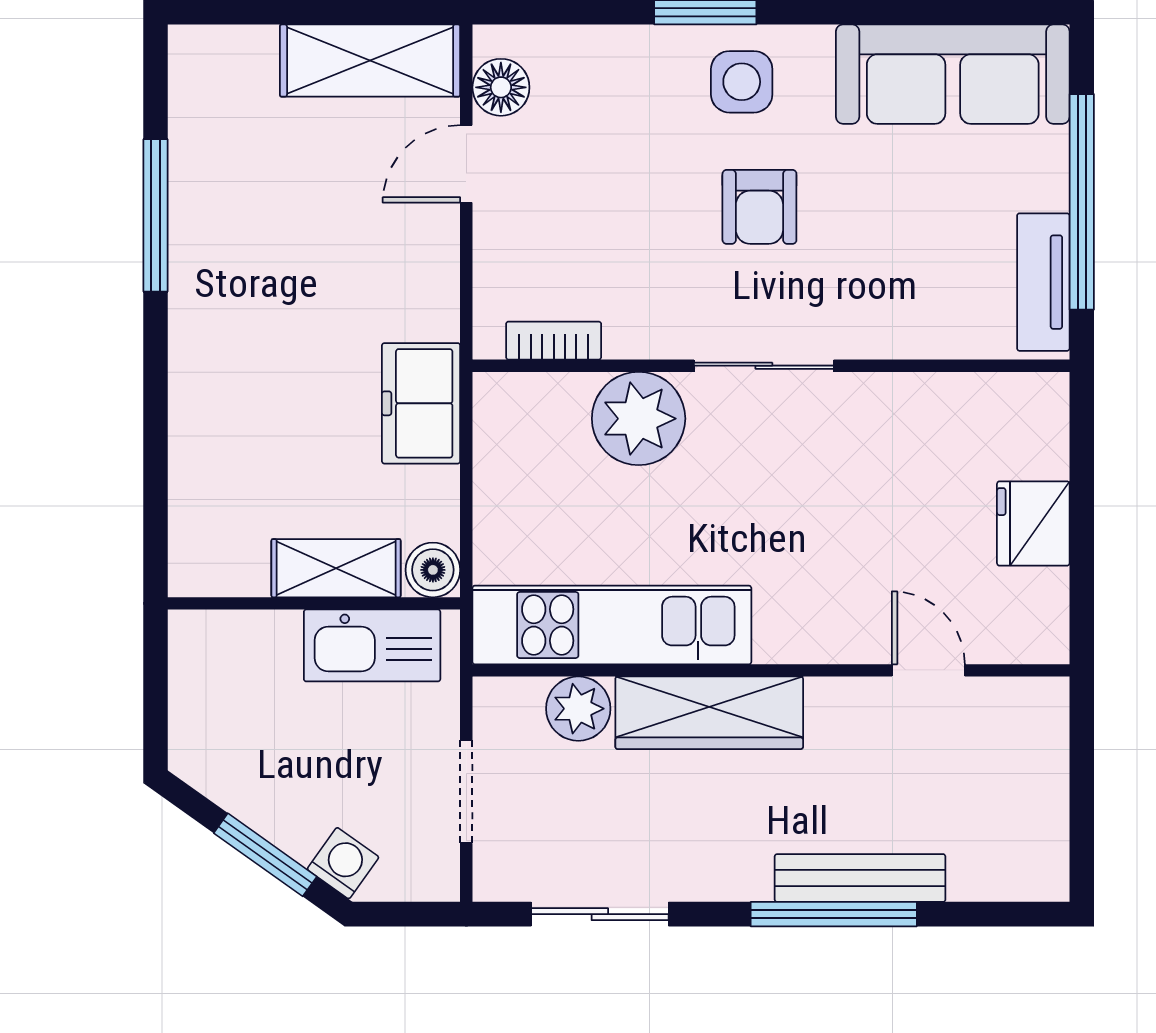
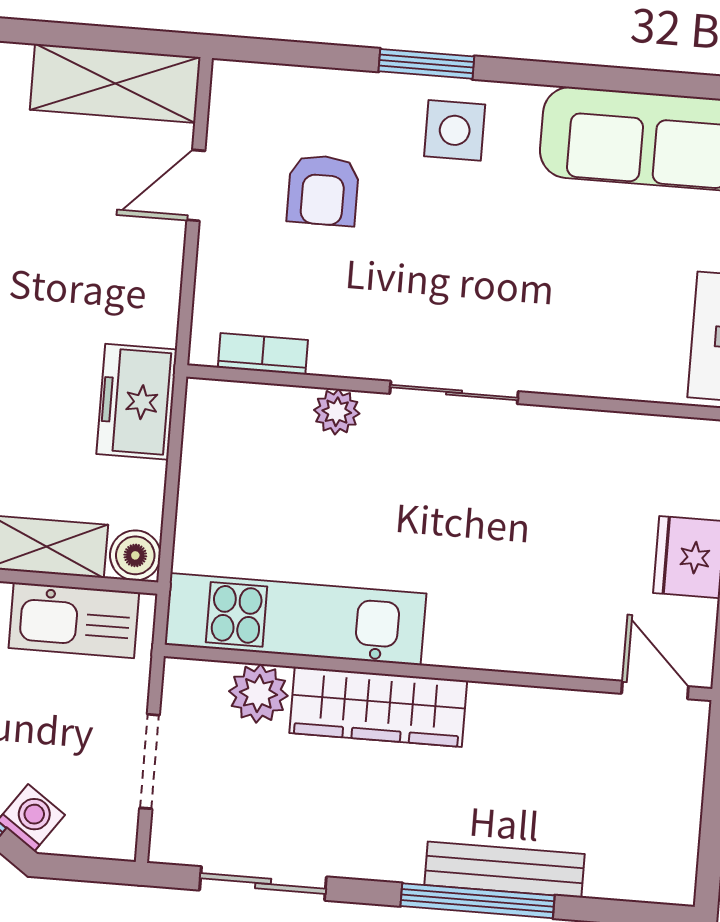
floor lamp: (501, 87) -> (233, 118), removed
armchair: (759, 207) -> (323, 190), moved
plant: (639, 419) -> (337, 412), width x0.53, depth x0.53
door: (928, 670) -> (655, 690), moved

